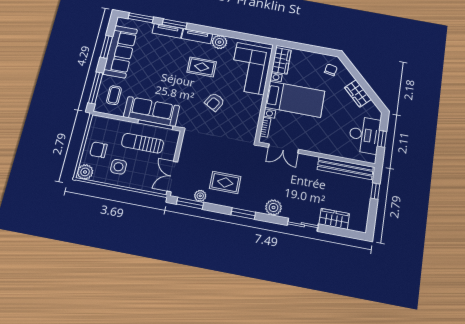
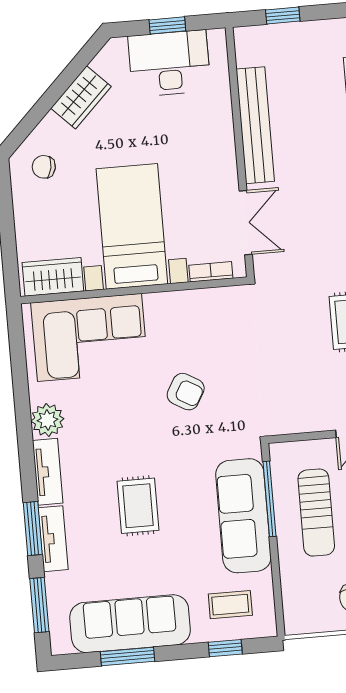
rug: (202, 67) -> (138, 506), moved
window: (96, 88) -> (225, 648), width x0.46
bench: (345, 168) -> (255, 125), moved

